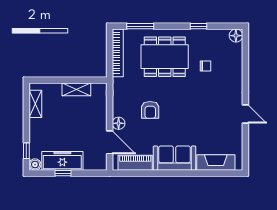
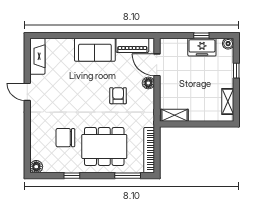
chair: (205, 66) -> (65, 138), width x1.87, depth x1.87
shelving: (76, 89) -> (174, 115), moved
window: (26, 151) -> (236, 71), moved
freezer: (62, 161) -> (202, 47), width x0.71
fireplace: (216, 162) -> (37, 56), moved, turned -90

